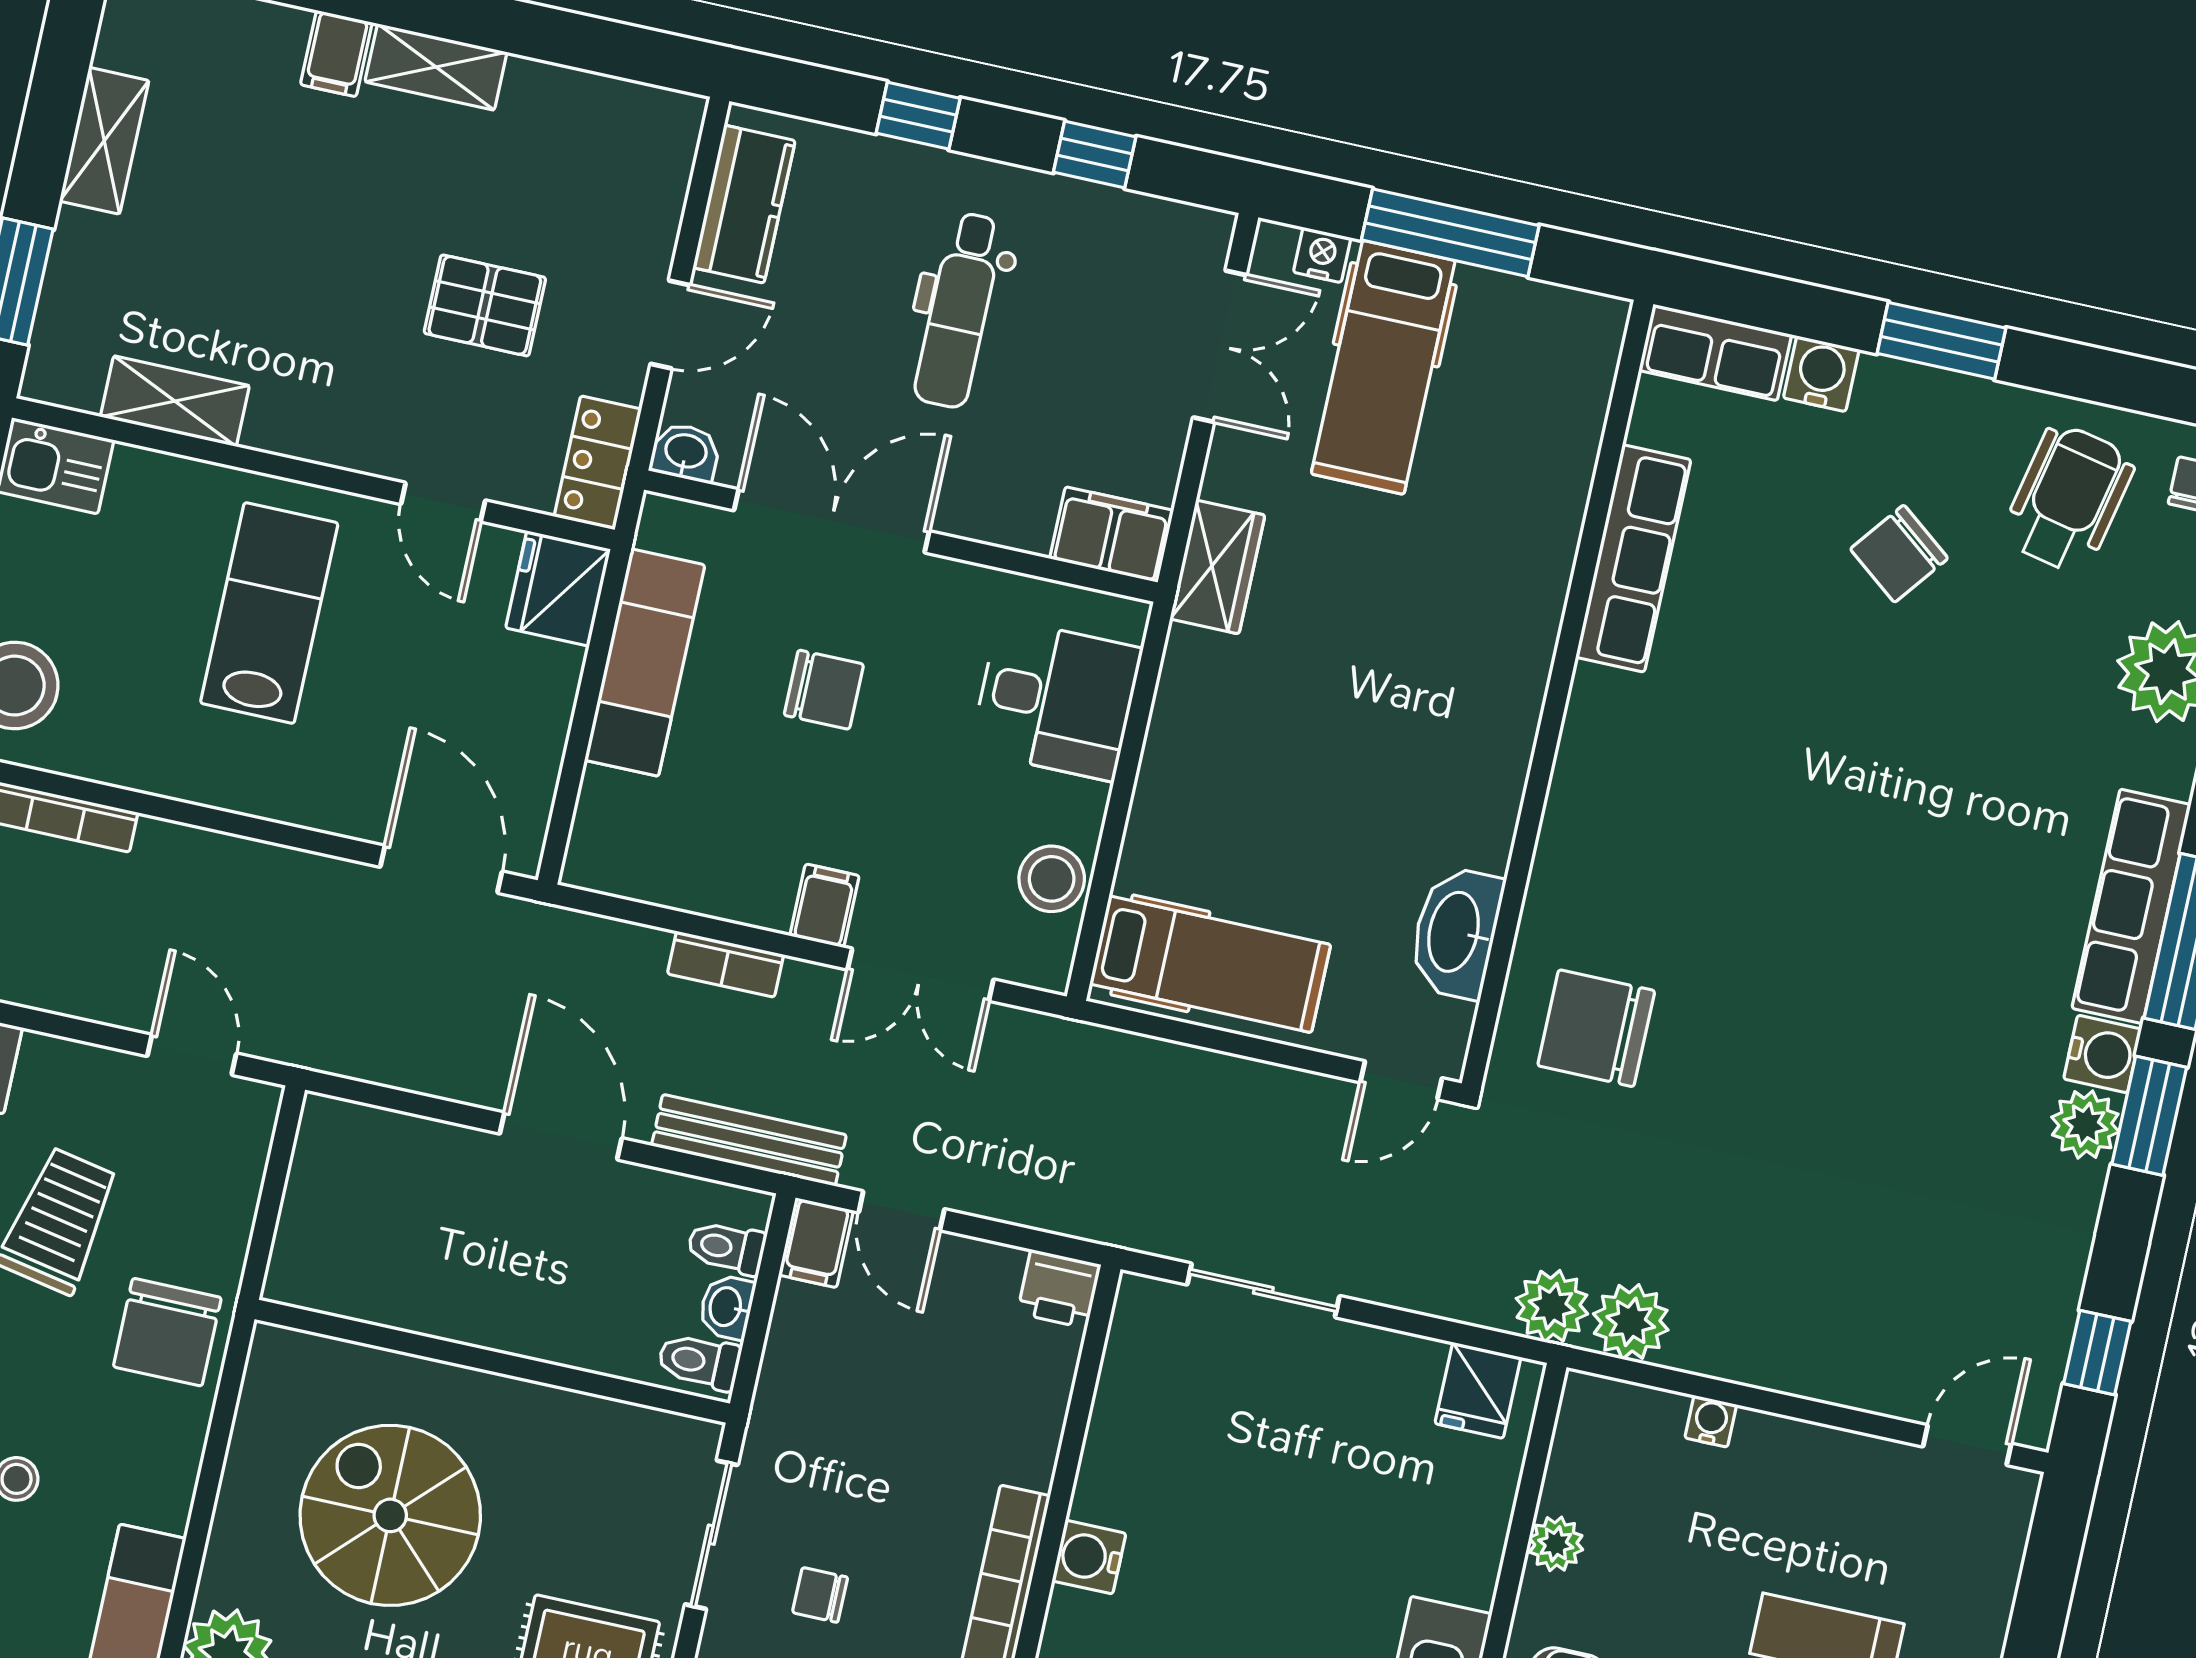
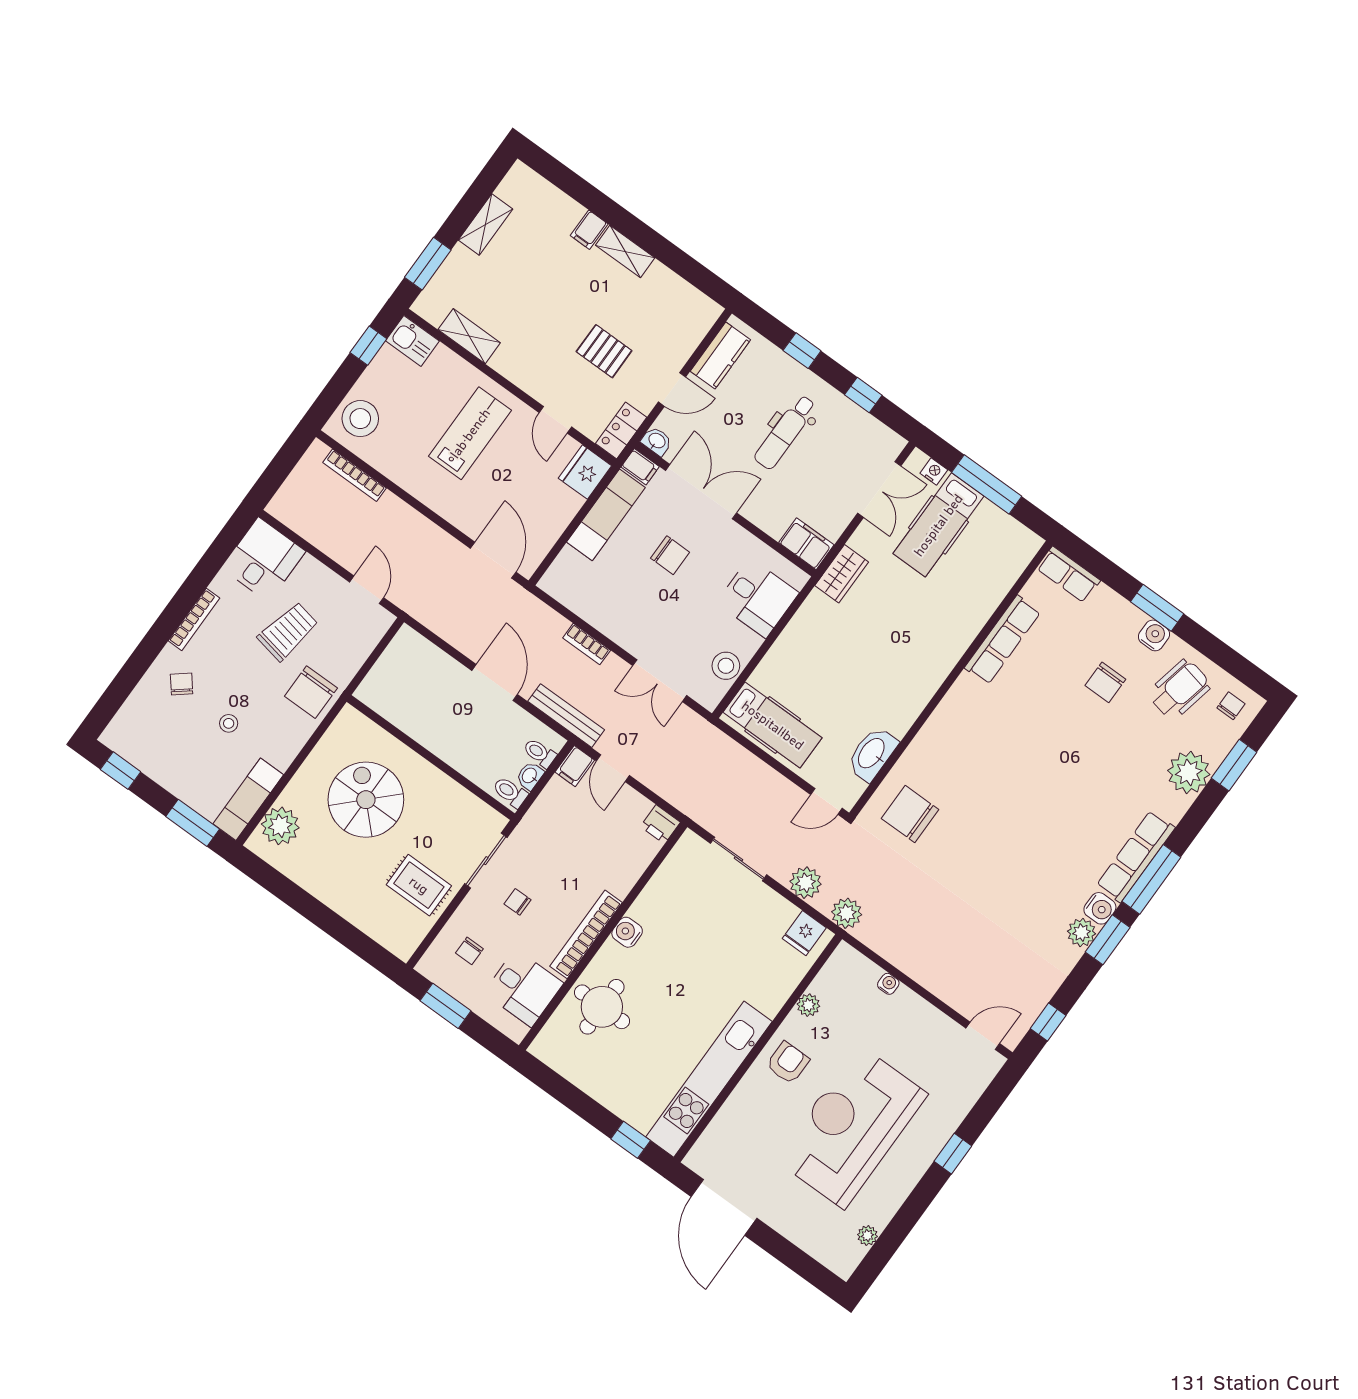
water cooler: (1821, 374) -> (1154, 635), moved
chair: (1899, 554) -> (1105, 682), turned -38
filing cabinet: (825, 906) -> (640, 467), moved, turned 90
plant: (1631, 1322) -> (806, 883), moved

